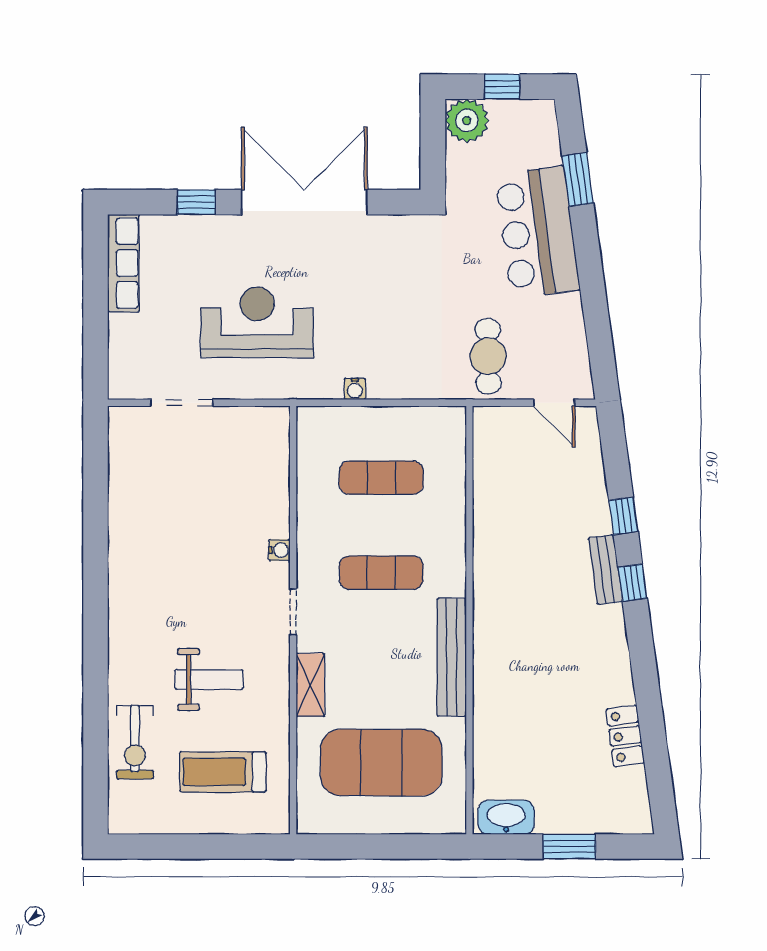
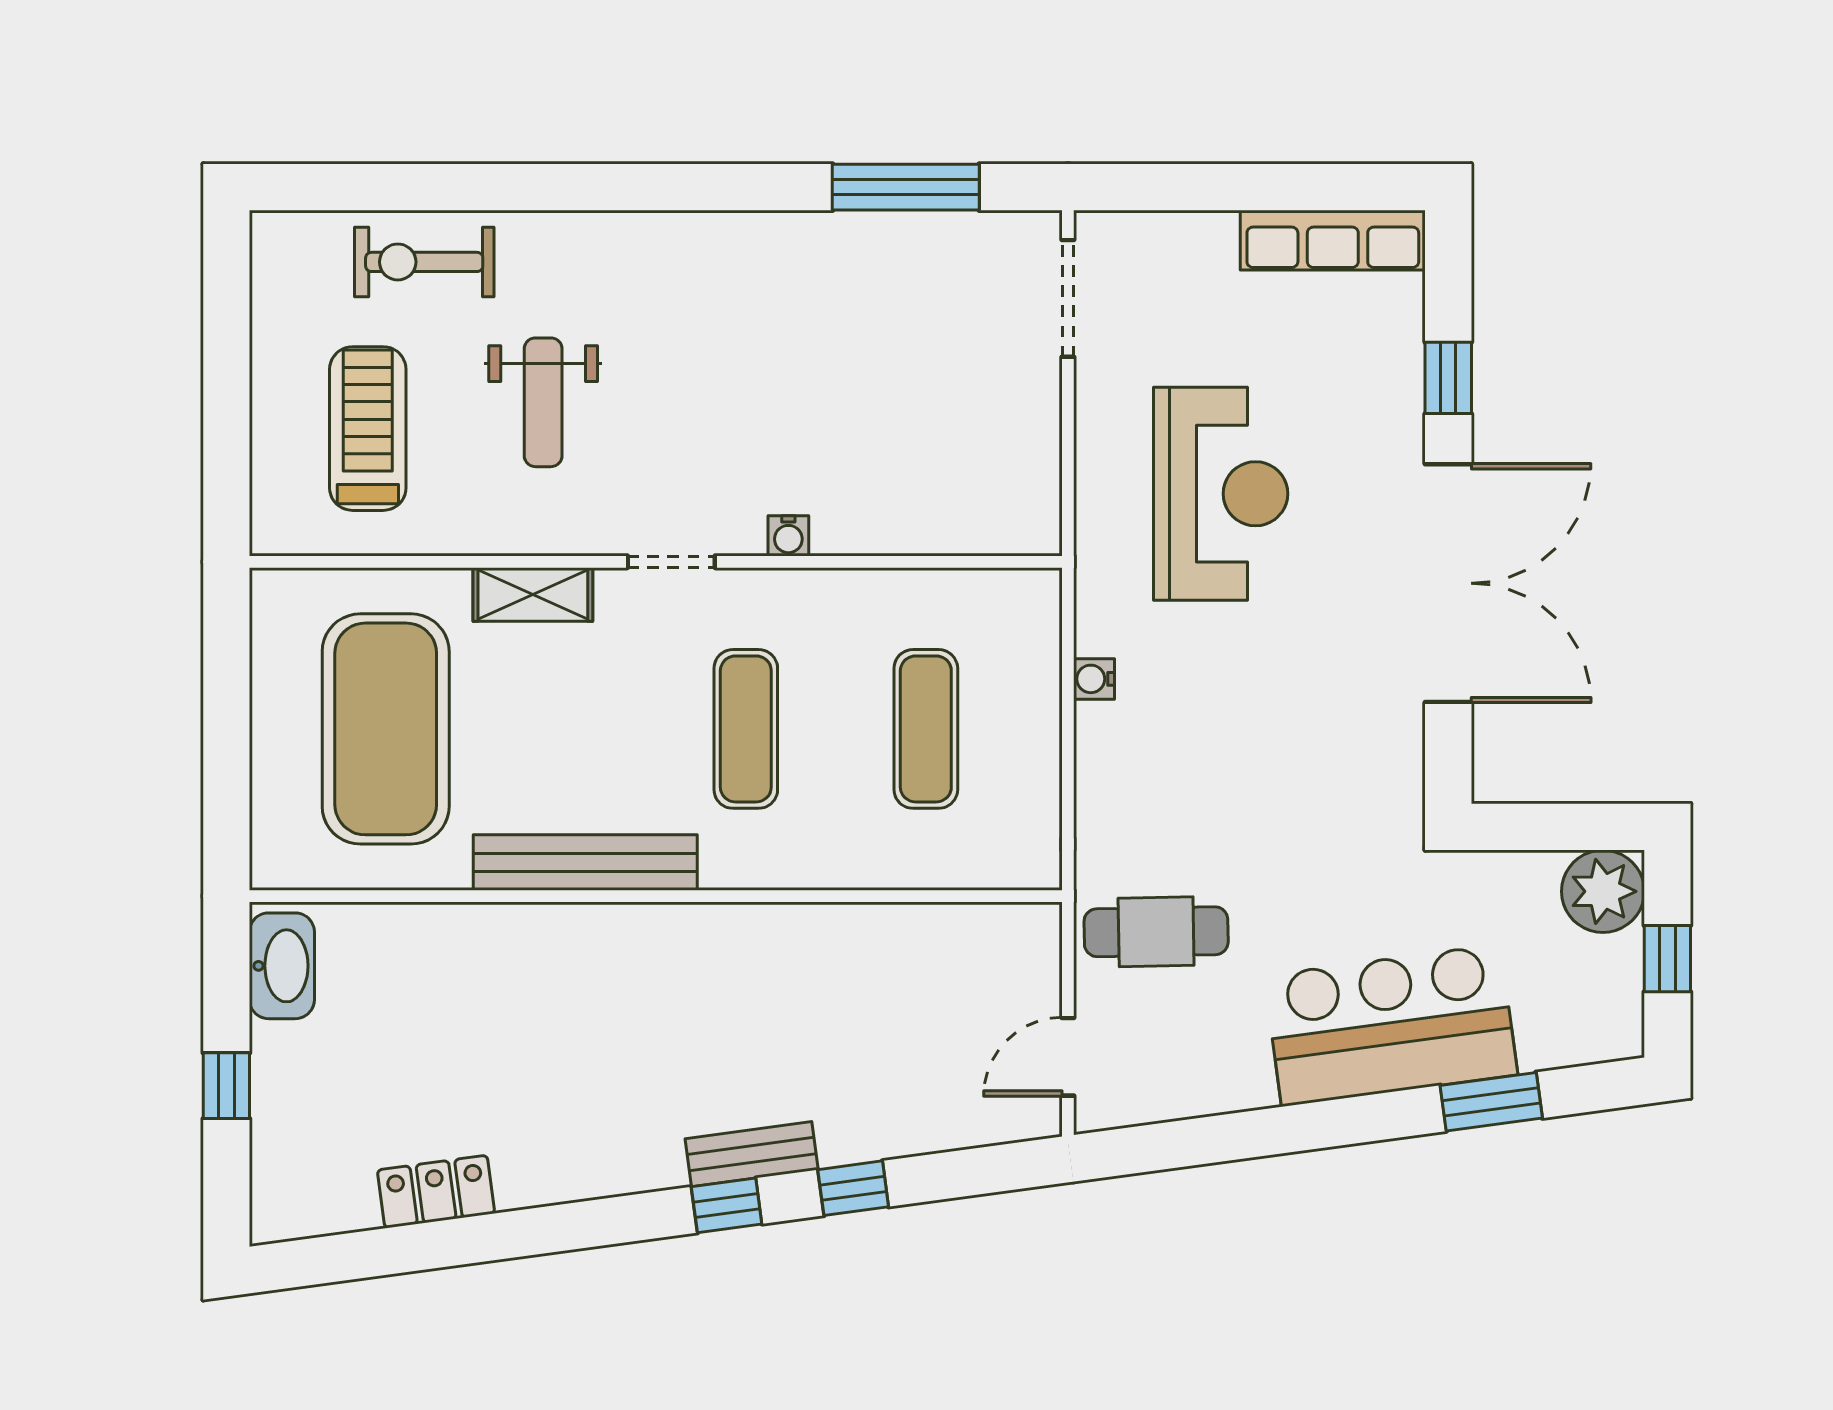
doorway: (182, 403) -> (1068, 298), moved
window: (95, 488) -> (906, 187), added
window: (569, 847) -> (226, 1086), width x0.67

